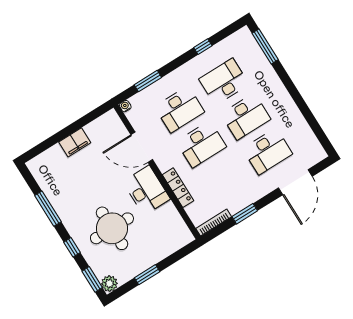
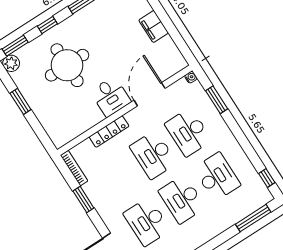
window: (203, 47) -> (267, 178), moved
desk: (146, 190) -> (111, 97), width x0.73

